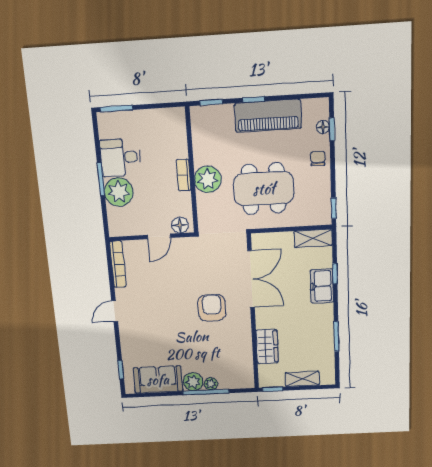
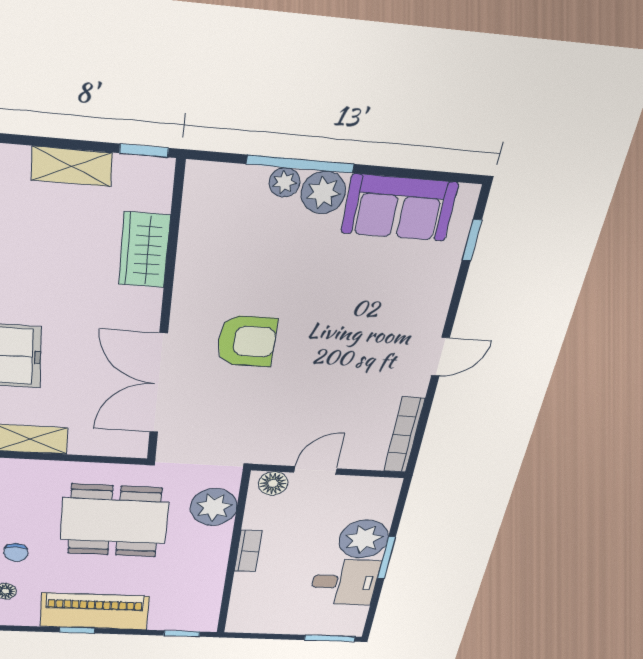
window: (254, 100) -> (77, 630), moved
plant: (208, 179) -> (214, 507), moved
armchair: (212, 308) -> (247, 341), turned -90

